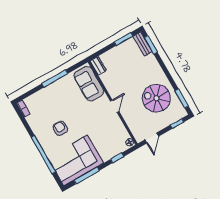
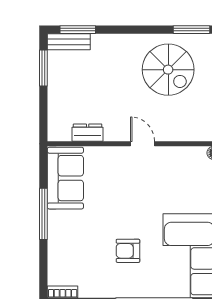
dresser: (98, 66) -> (88, 133), moved
sofa: (89, 84) -> (65, 178), moved, turned -90
spiral stairs: (156, 98) -> (168, 70), turned -90

